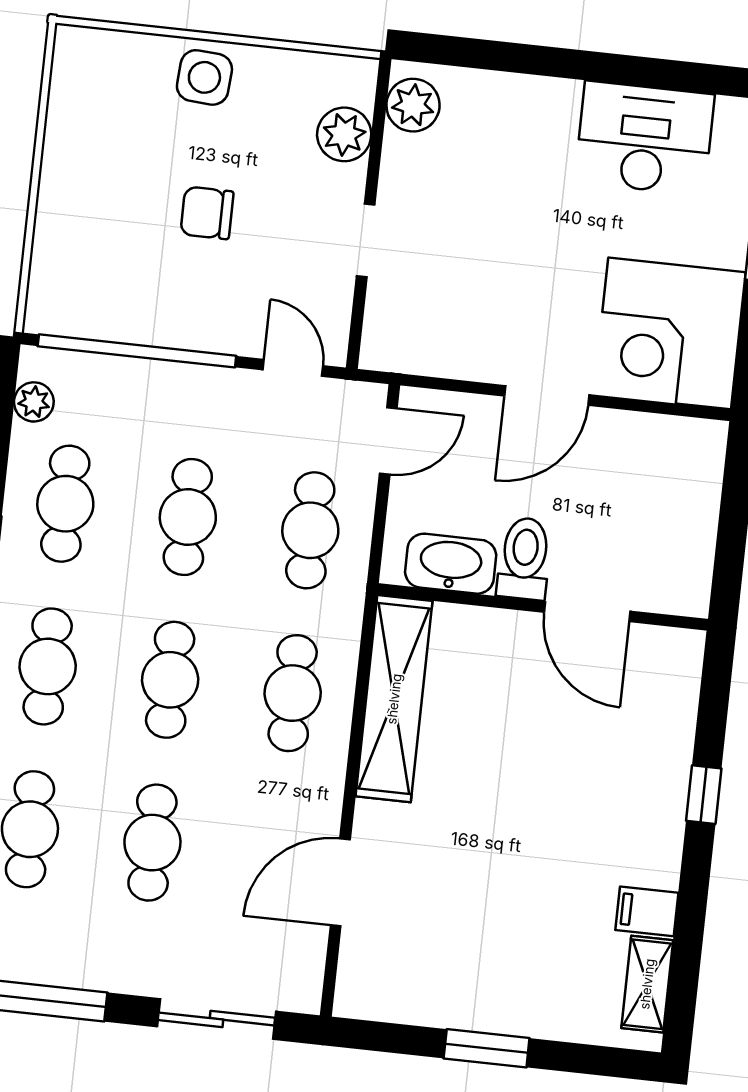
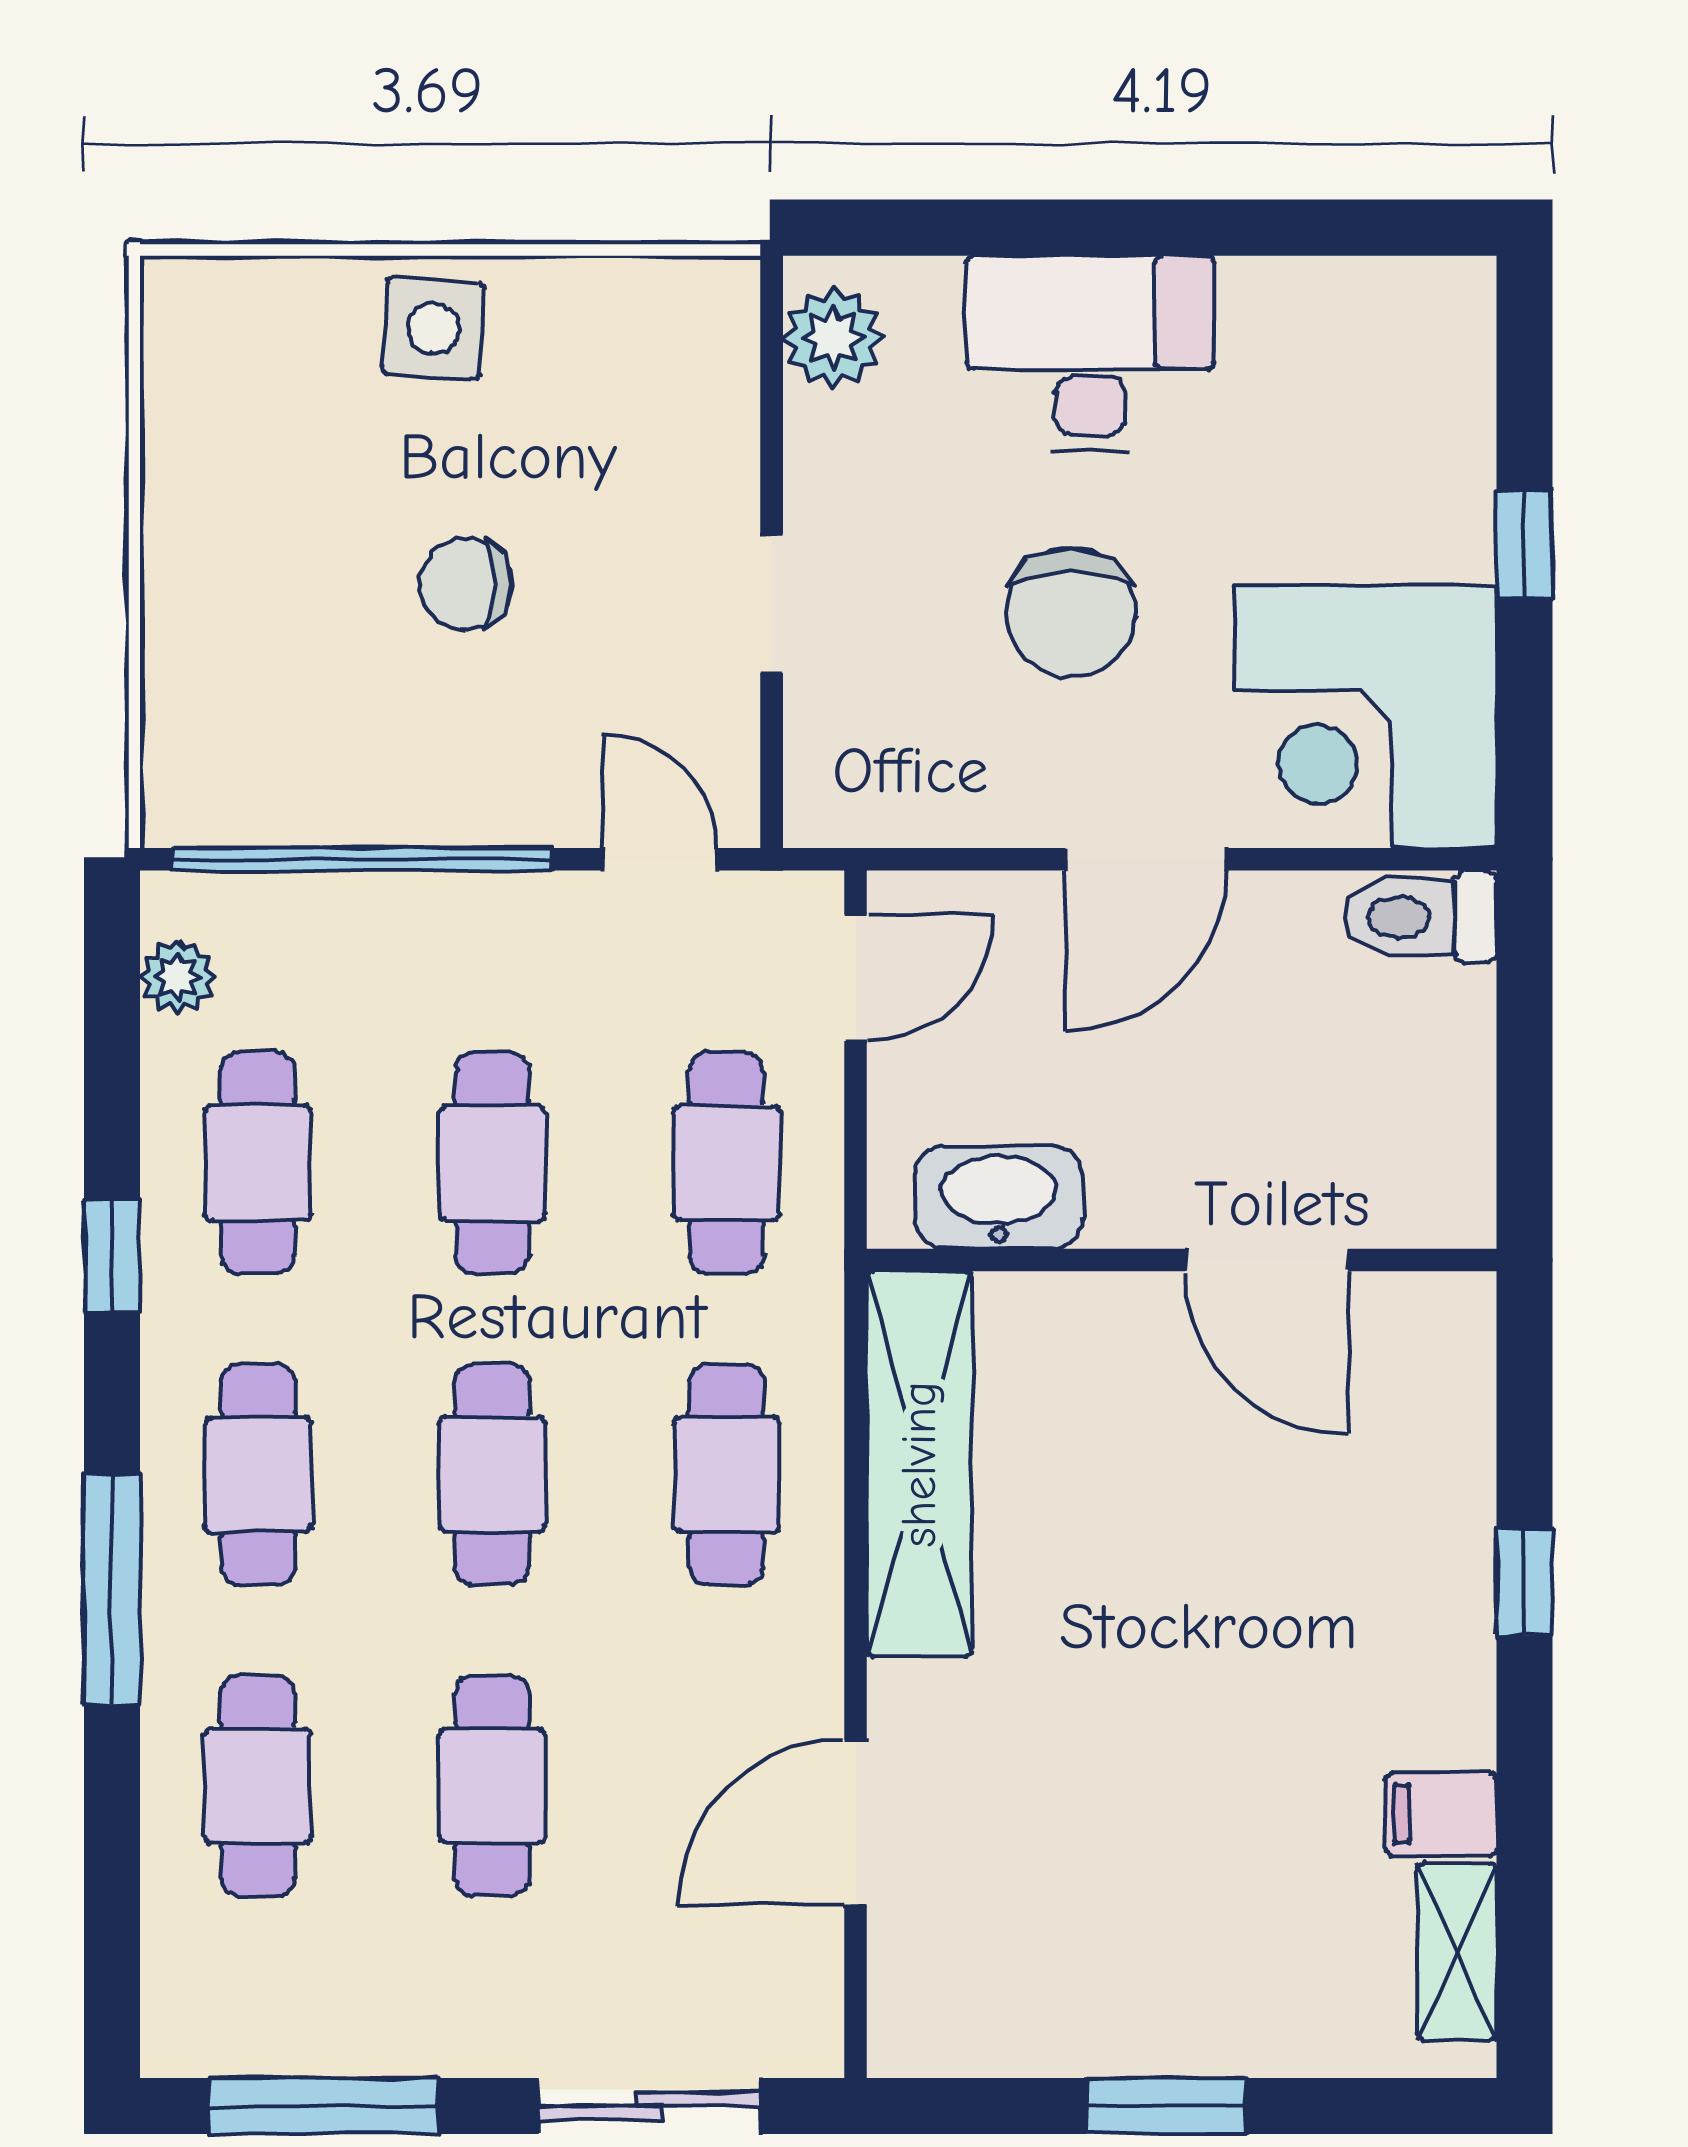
plant: (344, 134) -> (709, 407), removed
desk: (645, 138) -> (1090, 353), moved
chair: (522, 262) -> (1071, 612), added
toilet: (524, 559) -> (1420, 917), moved, turned -90

